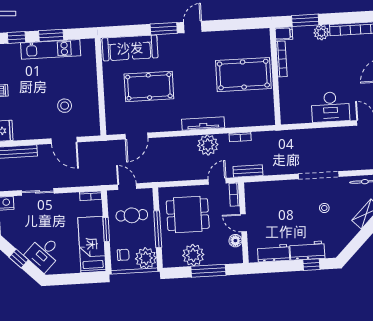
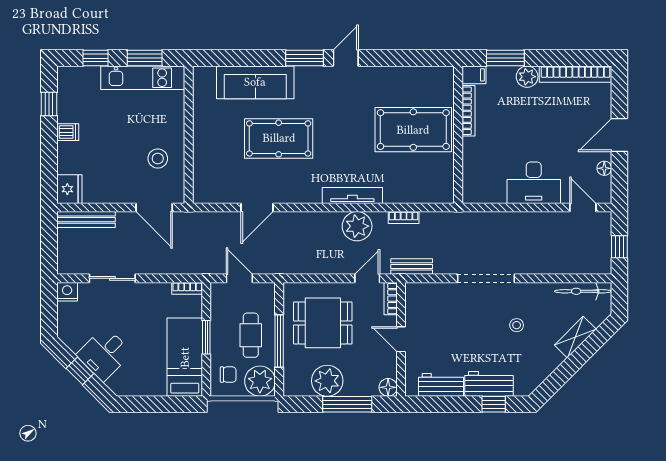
wall: (101, 87) -> (189, 135), moved
doorway: (319, 175) -> (486, 278), moved
cafe table: (132, 215) -> (251, 335), moved, turned 90
floor lamp: (235, 241) -> (388, 387), moved
desk: (44, 253) -> (104, 354), moved

